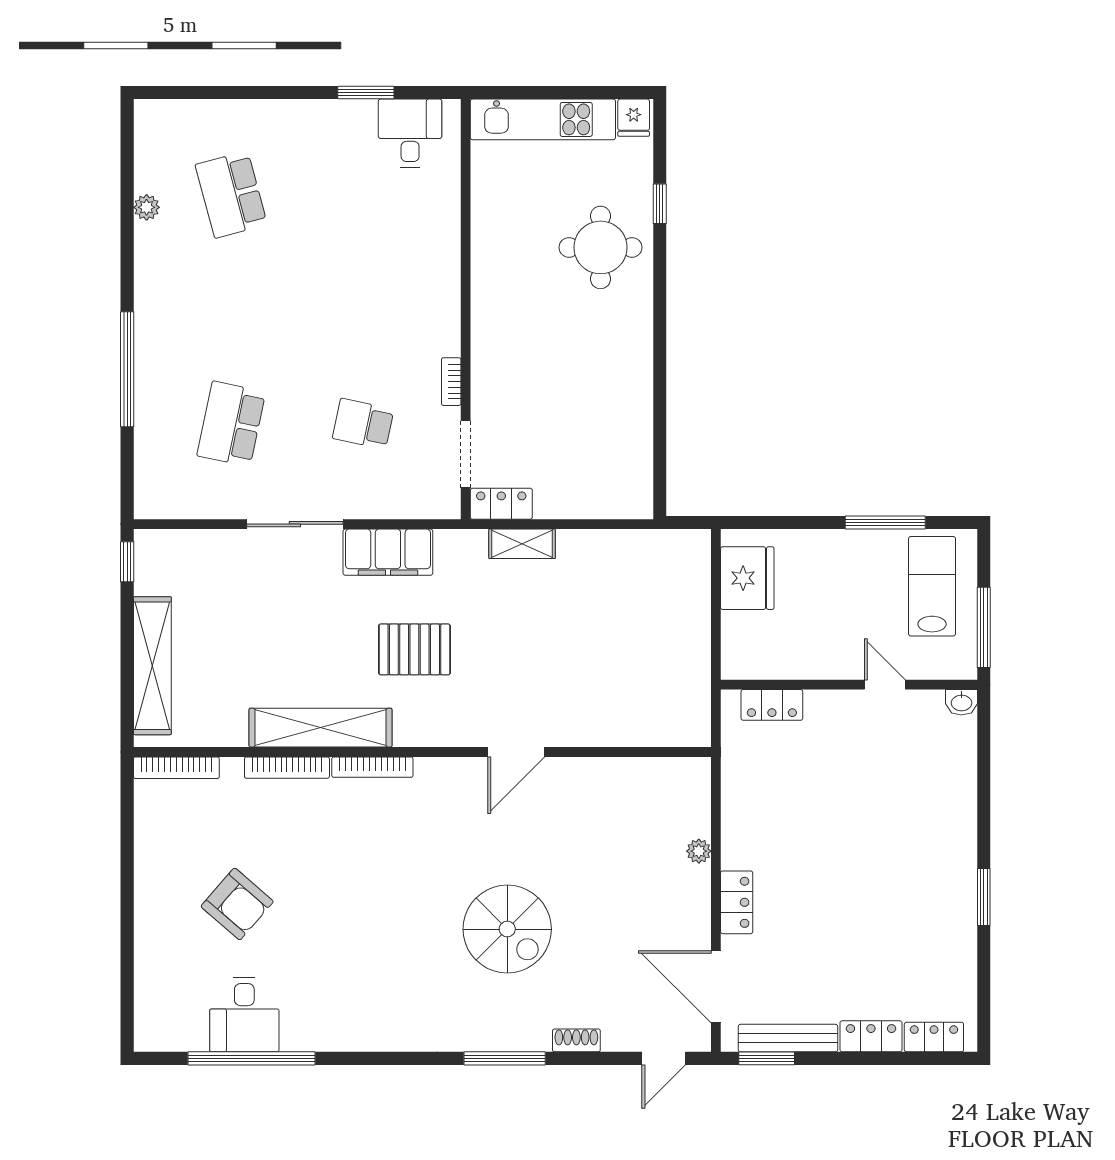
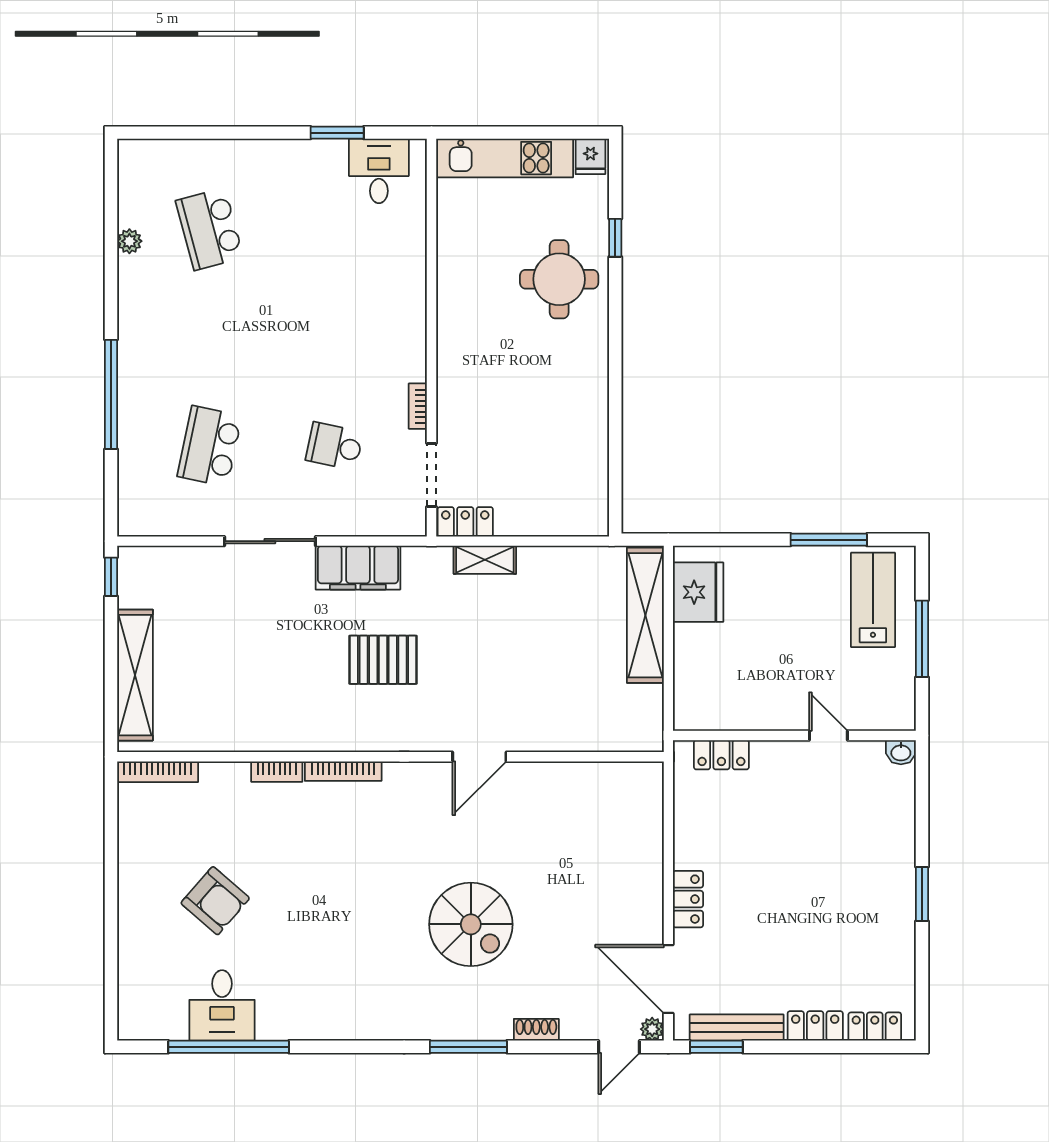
wall: (849, 685) -> (794, 735), moved
door: (885, 685) -> (828, 735), moved
washbasin: (961, 702) -> (901, 752), moved
locker: (772, 705) -> (721, 755), moved
shelving: (321, 728) -> (645, 615), moved, turned 90
bookcase: (287, 768) -> (277, 772), width x0.64
plant: (699, 851) -> (652, 1029), moved

